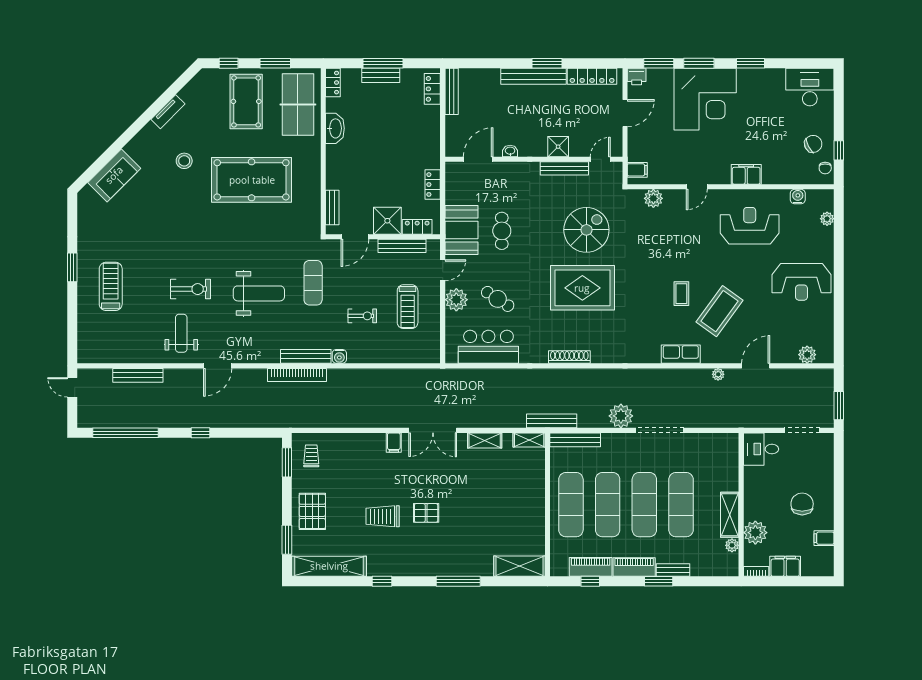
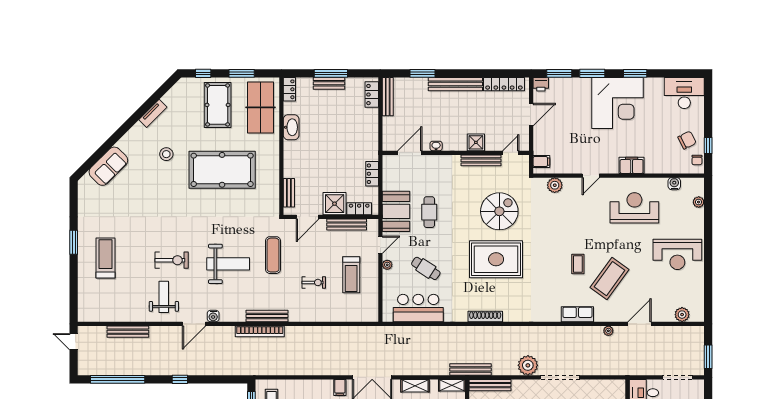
window: (547, 63) -> (423, 73), moved
corner desk: (705, 99) -> (617, 103), moved
plant: (456, 300) -> (387, 265), width x0.53, depth x0.53
water cooler: (339, 356) -> (213, 316), moved

